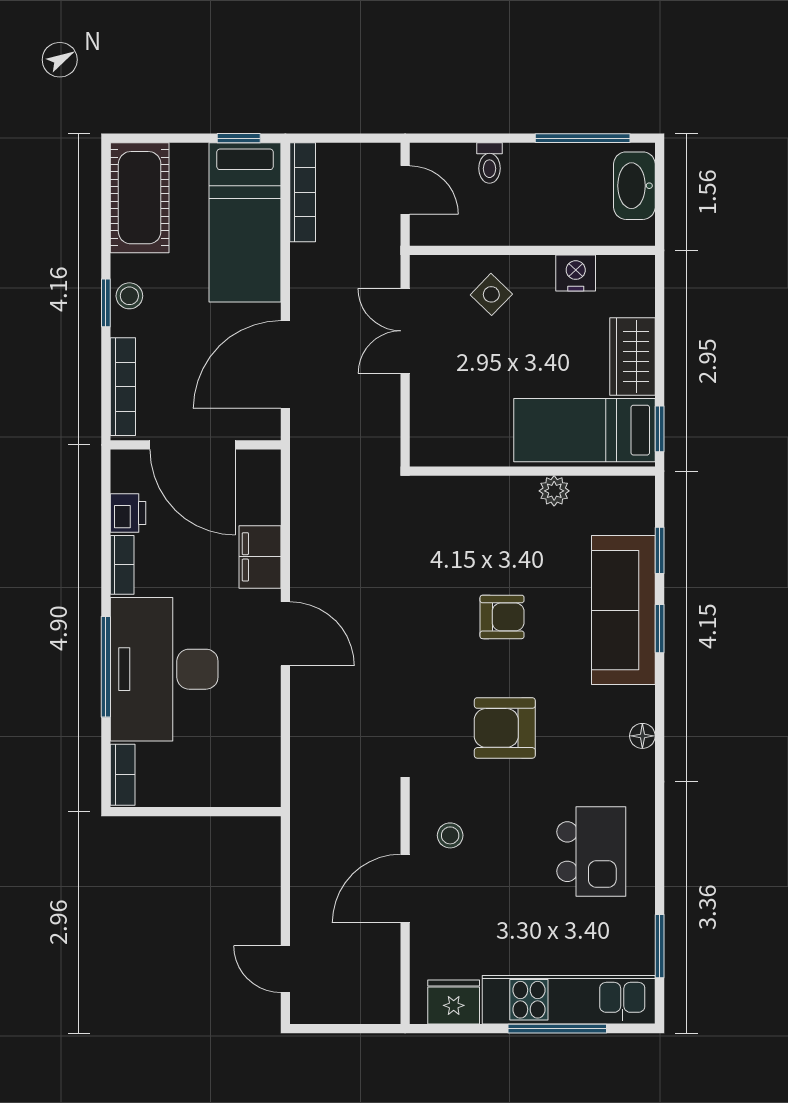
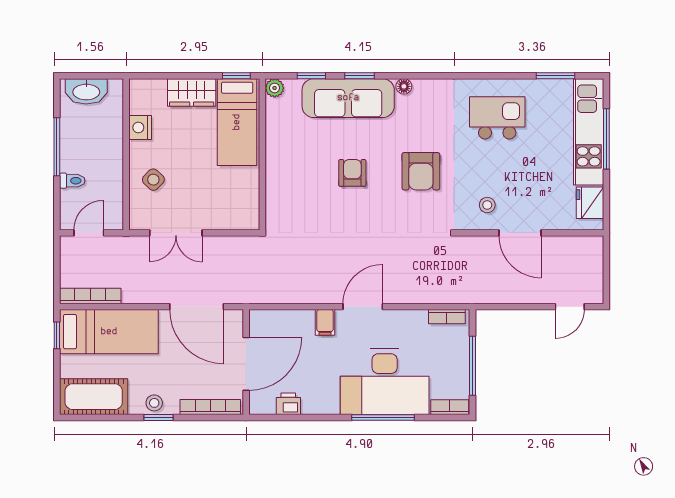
window: (583, 138) -> (57, 147), moved
plant: (554, 491) -> (275, 88), moved
filing cabinet: (260, 557) -> (325, 322), width x0.50
bookcase: (122, 565) -> (447, 317), moved, turned 180
floor lamp: (642, 736) -> (404, 86), moved
window: (190, 812) -> (472, 366), added

